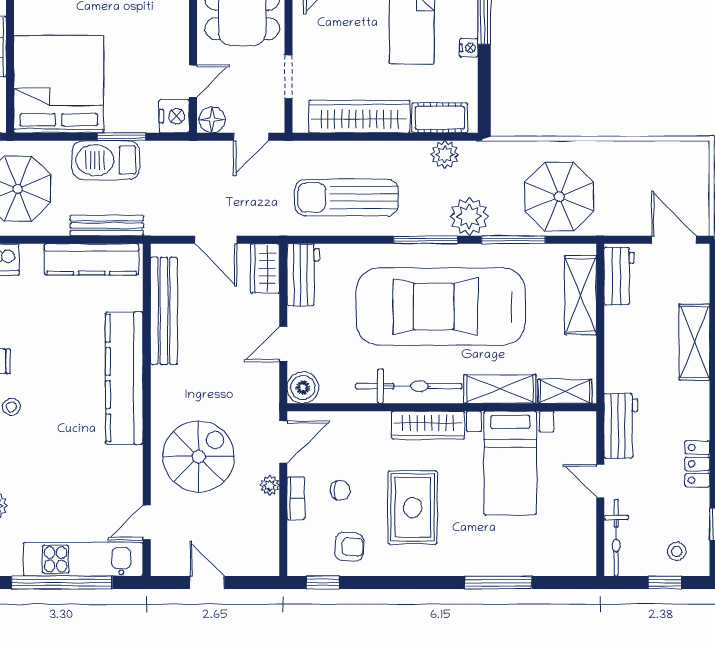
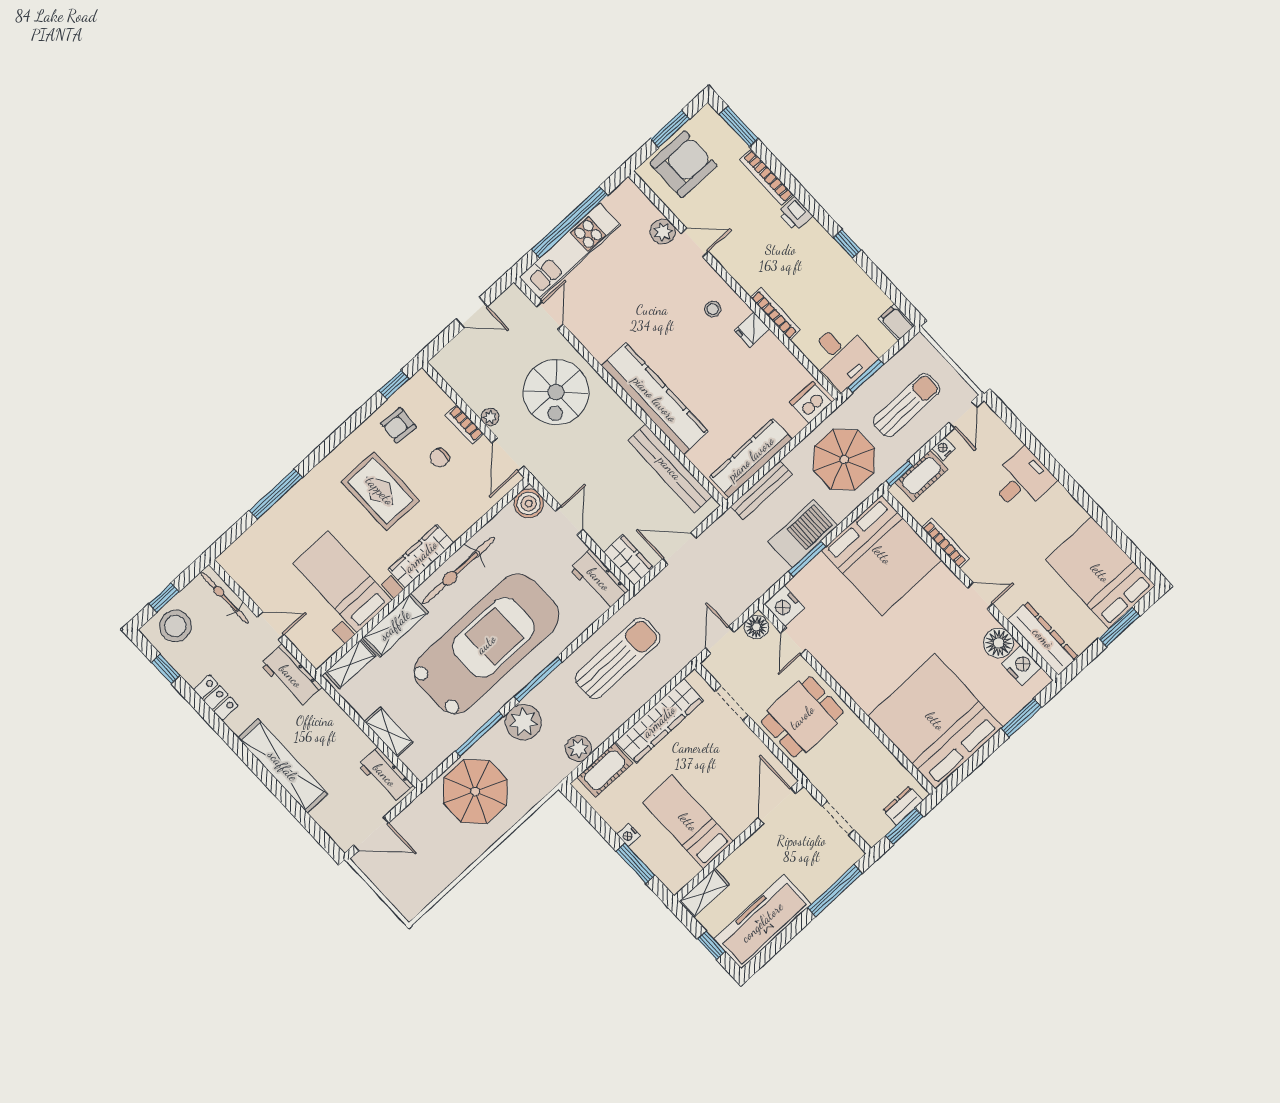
shelving: (581, 295) -> (389, 732), width x0.67, depth x0.75
shelving: (694, 342) -> (283, 766), width x1.47
stool: (677, 551) -> (175, 626), width x1.89, depth x1.89

